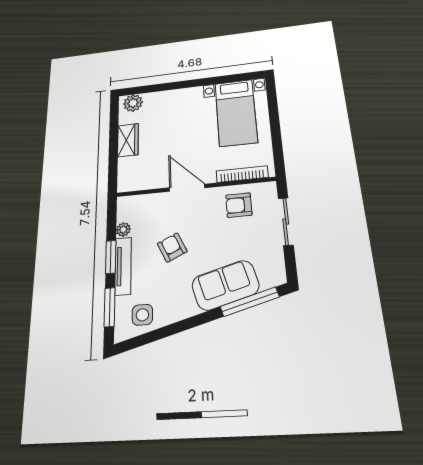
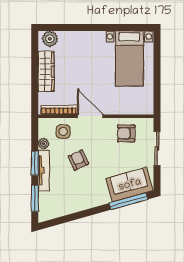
wardrobe: (128, 140) -> (46, 72), width x1.50
bookcase: (242, 174) -> (59, 110), moved
sofa: (225, 285) -> (130, 185), moved
side table: (142, 315) -> (63, 132), moved

